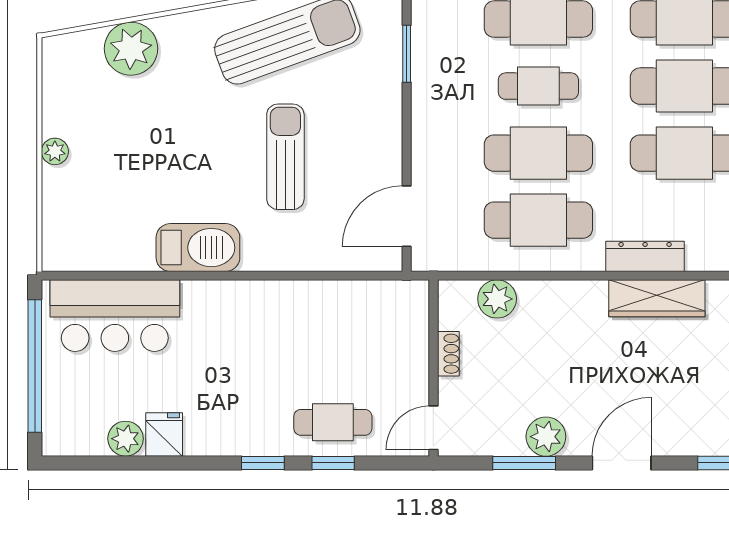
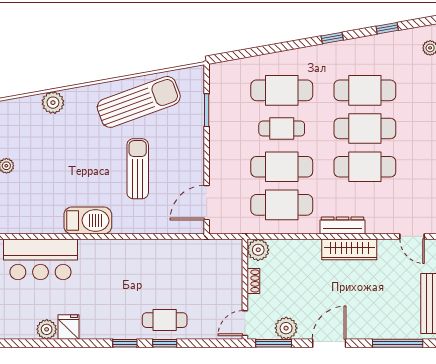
plant: (131, 49) -> (53, 103), width x0.73, depth x0.73
shoe rack: (448, 354) -> (253, 281), moved
wall: (433, 368) -> (245, 289), moved
door: (433, 428) -> (245, 323), moved

